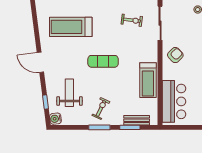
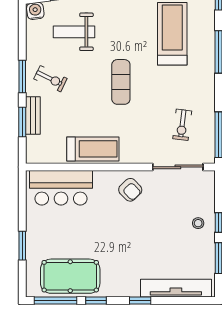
treadmill: (148, 80) -> (93, 149), turned 180
weight bench: (69, 93) -> (74, 32), turned 180
bench: (137, 120) -> (33, 116), moved

